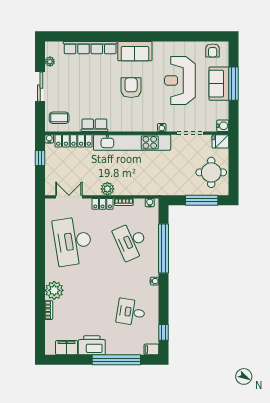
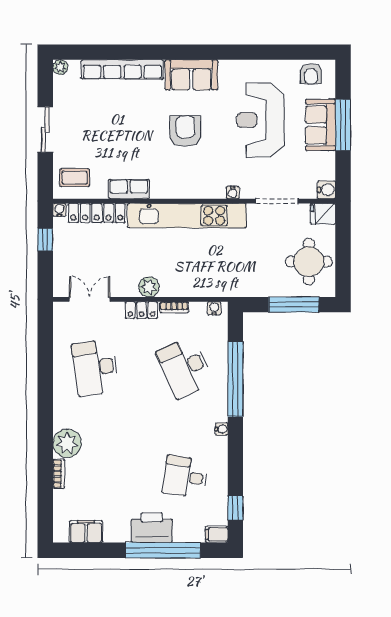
plant: (50, 62) -> (60, 67), moved
desk: (73, 241) -> (96, 368), width x0.73, depth x0.77
printer: (92, 345) -> (152, 528), moved

